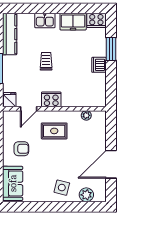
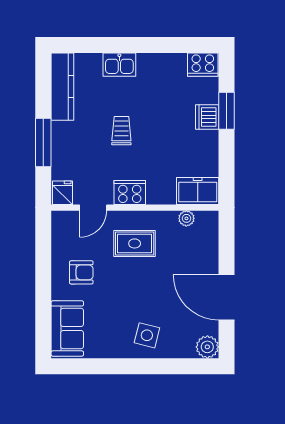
freezer: (73, 22) -> (198, 191), moved, turned 180
dishwasher: (99, 65) -> (207, 117), moved
door: (111, 164) -> (227, 297), hinge flipped
plant: (86, 195) -> (207, 347), moved

